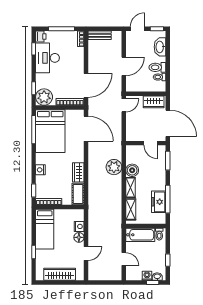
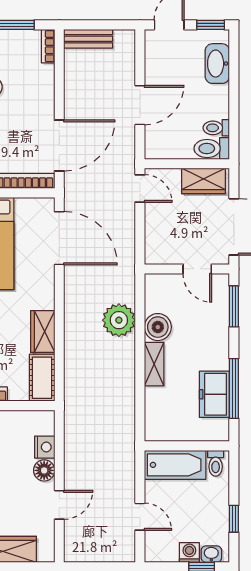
toilet: (157, 67) -> (212, 149), moved
door: (124, 105) -> (140, 188), hinge flipped
shelving: (131, 209) -> (155, 410), removed

